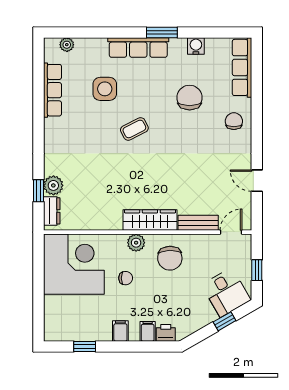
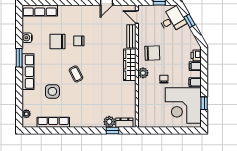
chair: (234, 121) -> (79, 41), moved
corner desk: (74, 264) -> (183, 105), moved, turned -90

